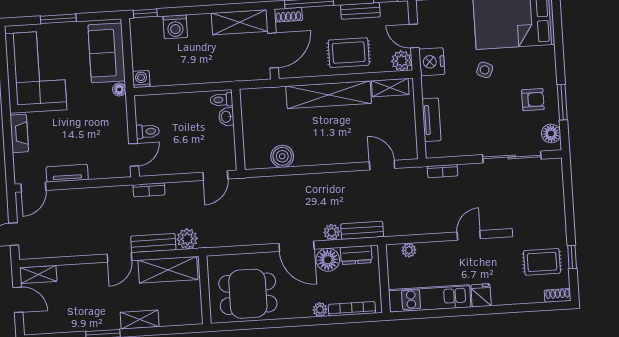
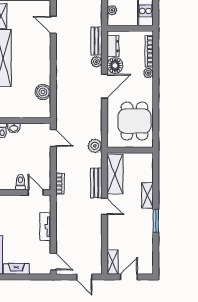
door: (382, 165) -> (53, 25), hinge flipped
tv unit: (67, 173) -> (45, 227), moved
plant: (187, 239) -> (95, 146), moved

